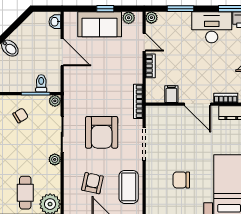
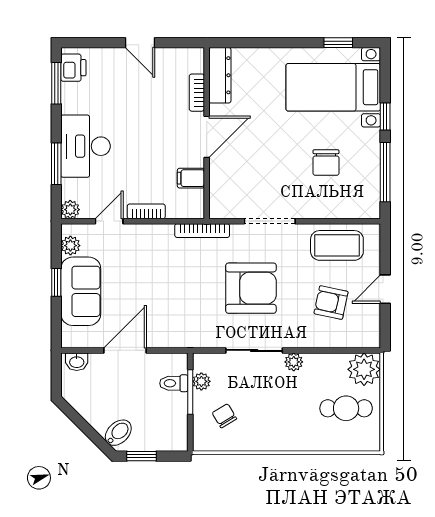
desk: (212, 27) -> (86, 146), moved
plant: (55, 101) -> (201, 381), moved

